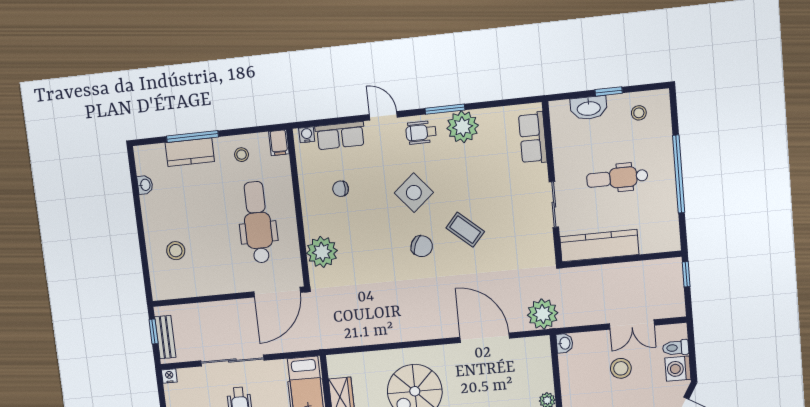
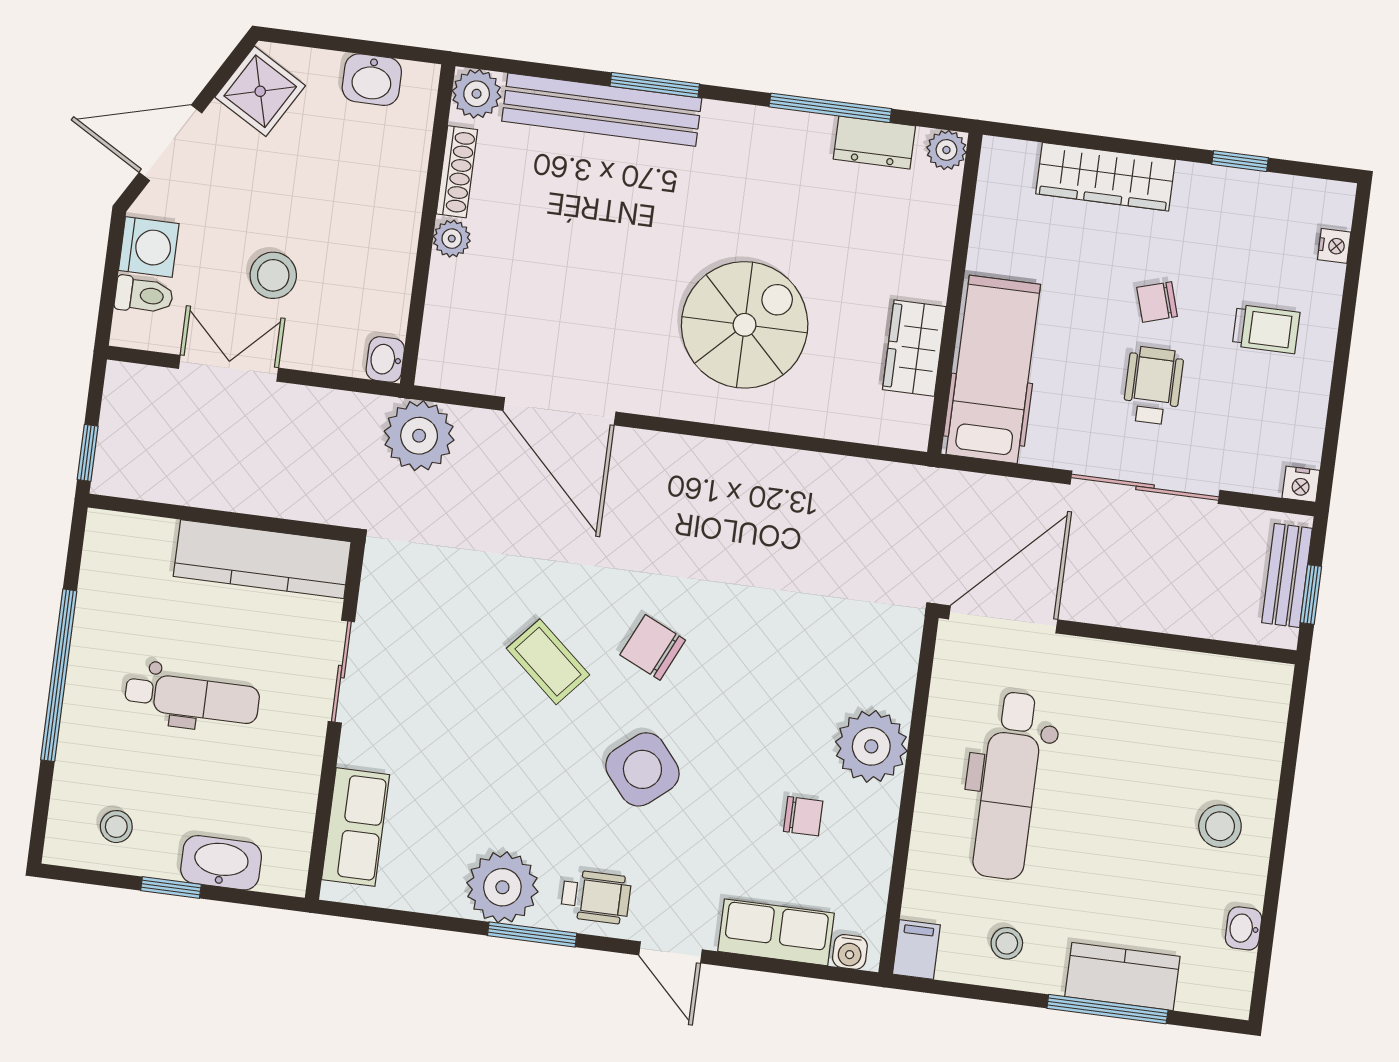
stool: (176, 251) -> (1220, 826), moved
plant: (322, 252) -> (871, 746), moved

